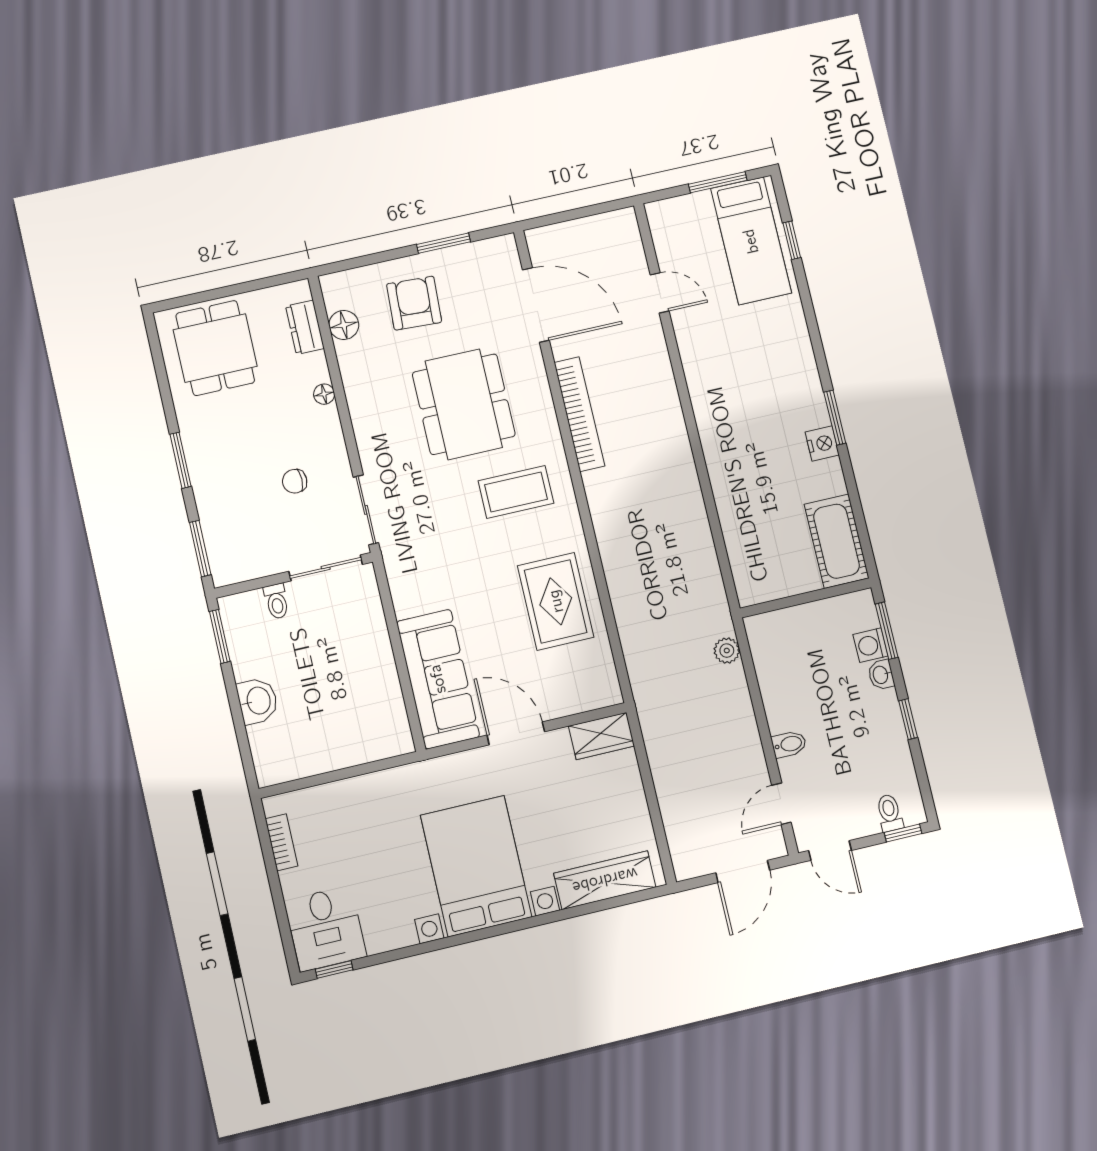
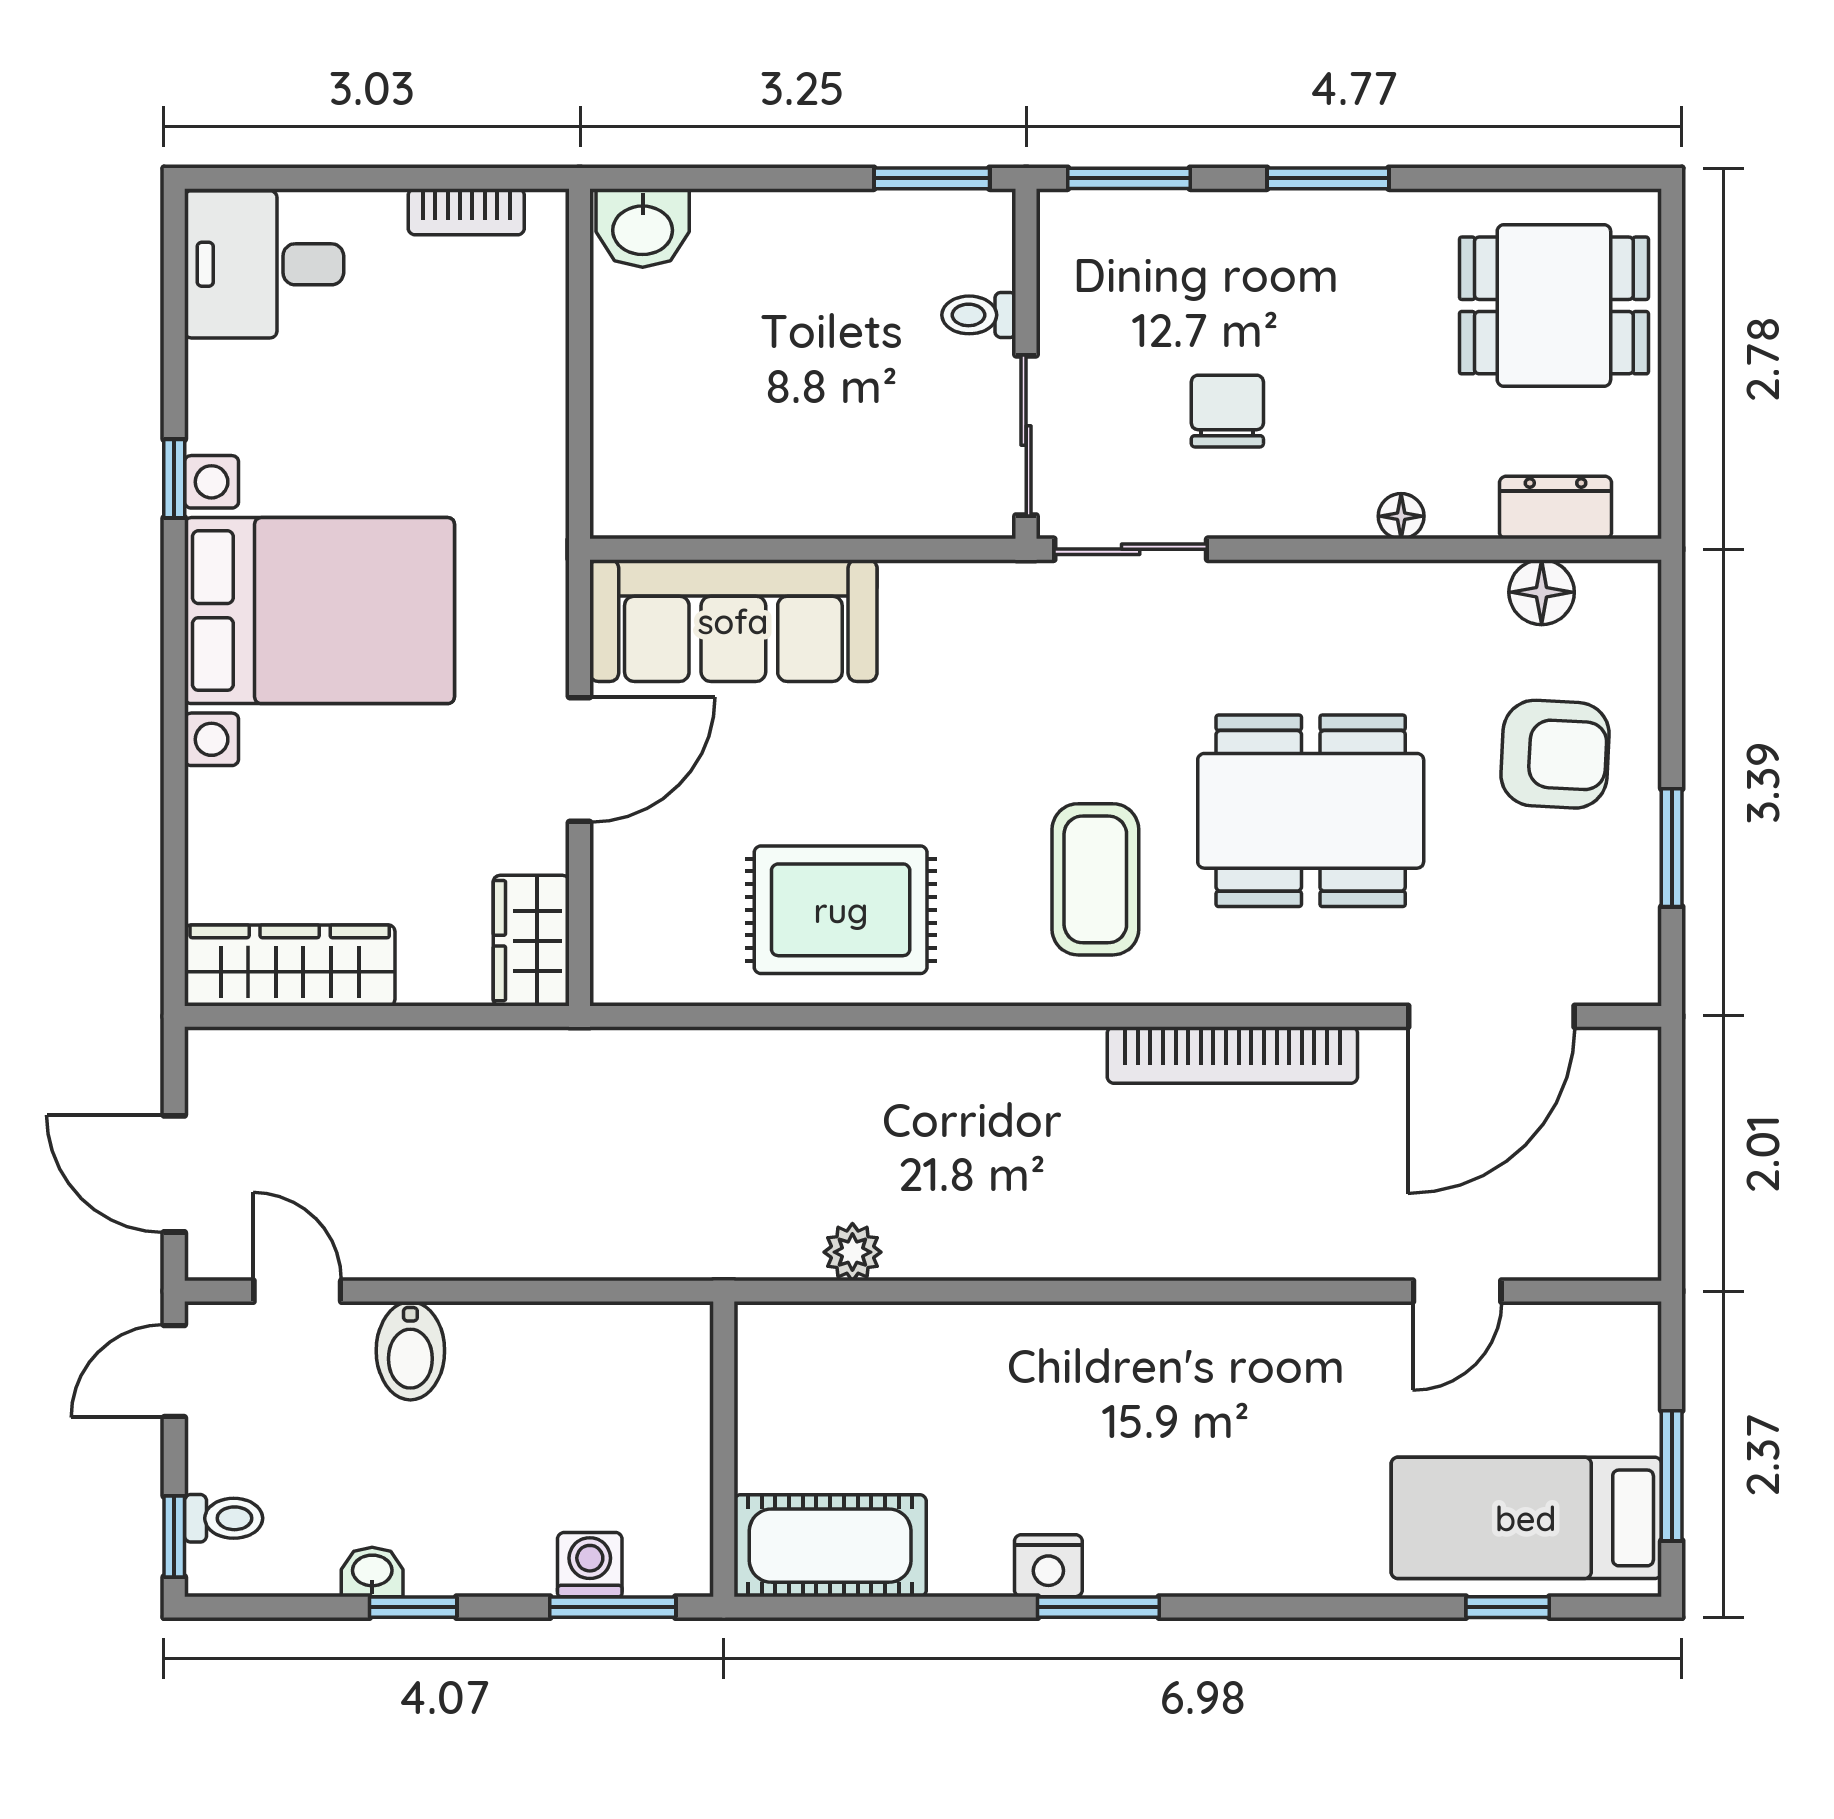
chair: (295, 481) -> (1227, 411), width x1.37, depth x1.37
plant: (727, 651) -> (852, 1252), moved
washbasin: (881, 675) -> (372, 1572), moved
washbasin: (258, 701) -> (643, 228), moved
bidet: (789, 744) -> (410, 1351), width x1.38, depth x1.36
wardrobe: (605, 880) -> (290, 965), moved, turned -90
window: (334, 969) -> (174, 479), moved

